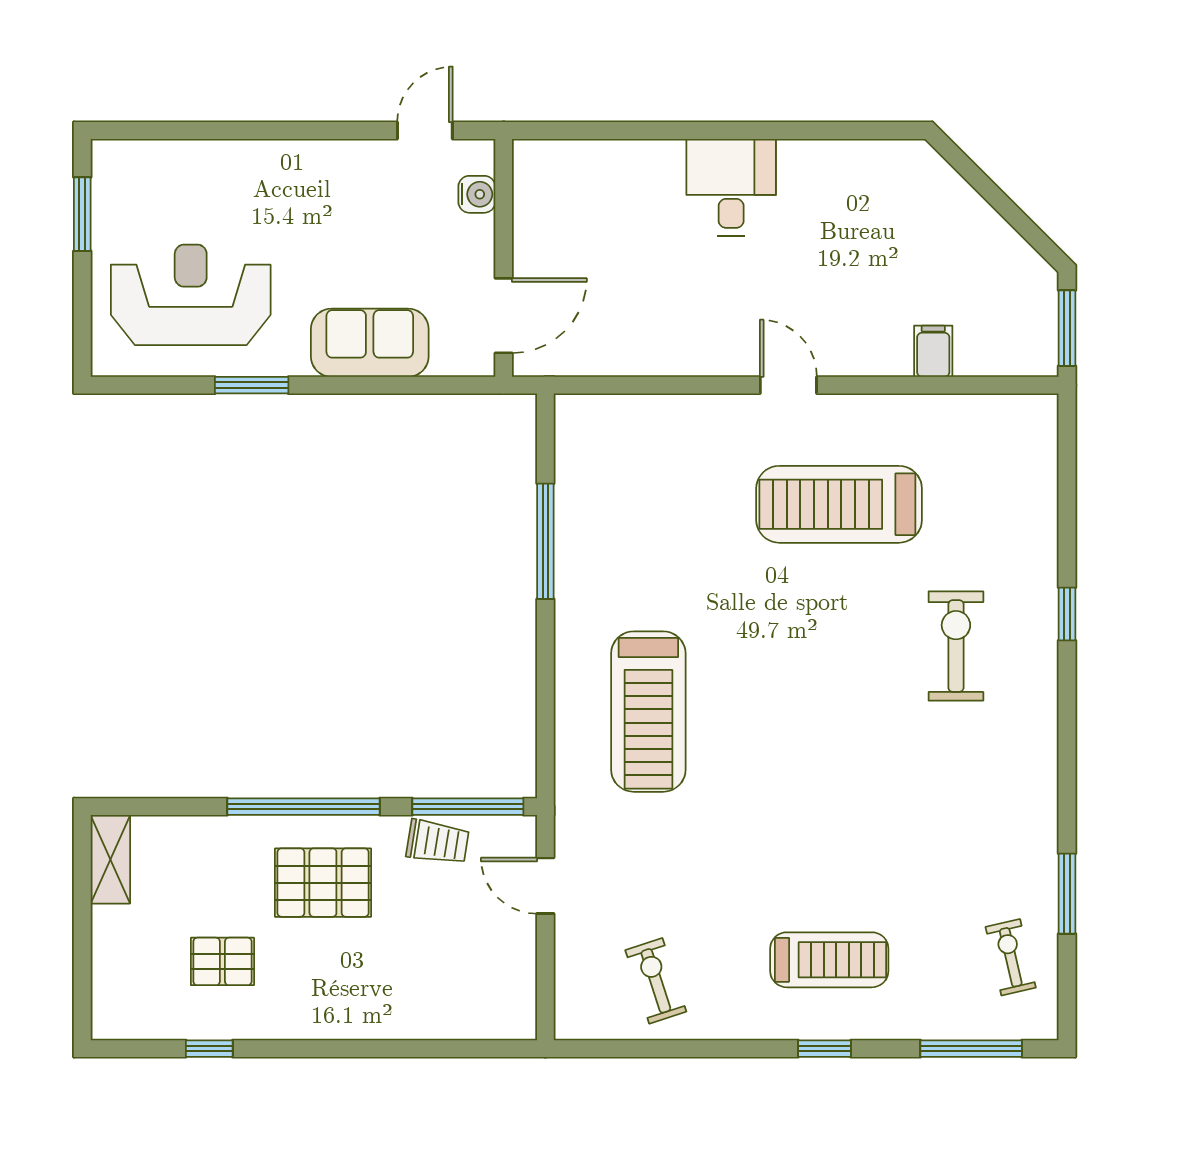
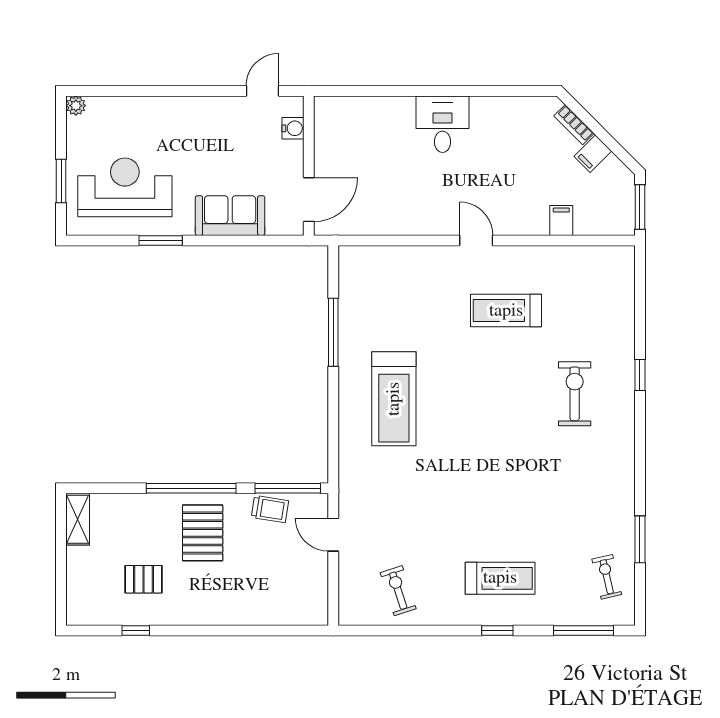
plant: (107, 156) -> (76, 106), added
bookcase: (955, 188) -> (574, 125), added
window: (82, 214) -> (61, 181), moved
filing cabinet: (987, 237) -> (593, 154), added
treadmill: (839, 504) -> (506, 311), width x0.73, depth x0.73
treadmill: (648, 712) -> (394, 399), moved
pallet: (323, 883) -> (203, 533), turned 90

